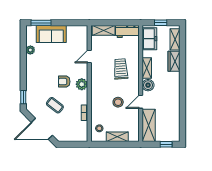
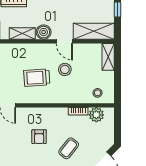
trolley: (121, 69) -> (37, 78), moved
plant: (82, 84) -> (96, 115), moved
shelving: (117, 137) -> (108, 57), moved

